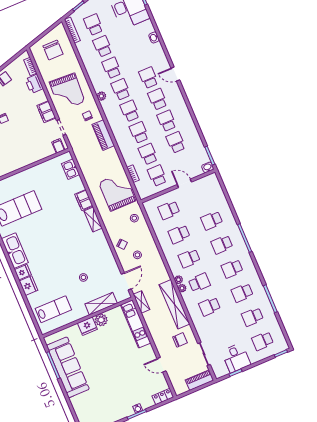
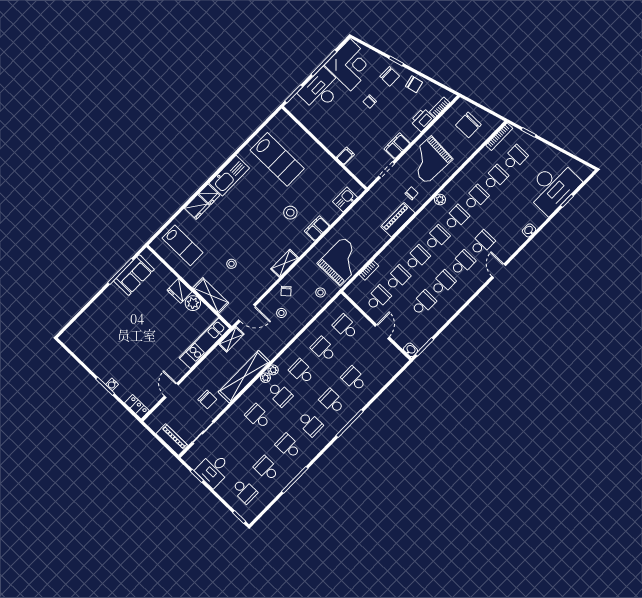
filing cabinet: (58, 146) -> (345, 156), moved
stool: (63, 216) -> (290, 213), added
shelving: (93, 219) -> (285, 263), moved
school desk: (232, 269) -> (310, 424), turned 180
school desk: (263, 341) -> (244, 491), turned 180
sofa: (68, 367) -> (134, 275), width x0.54, depth x0.79

